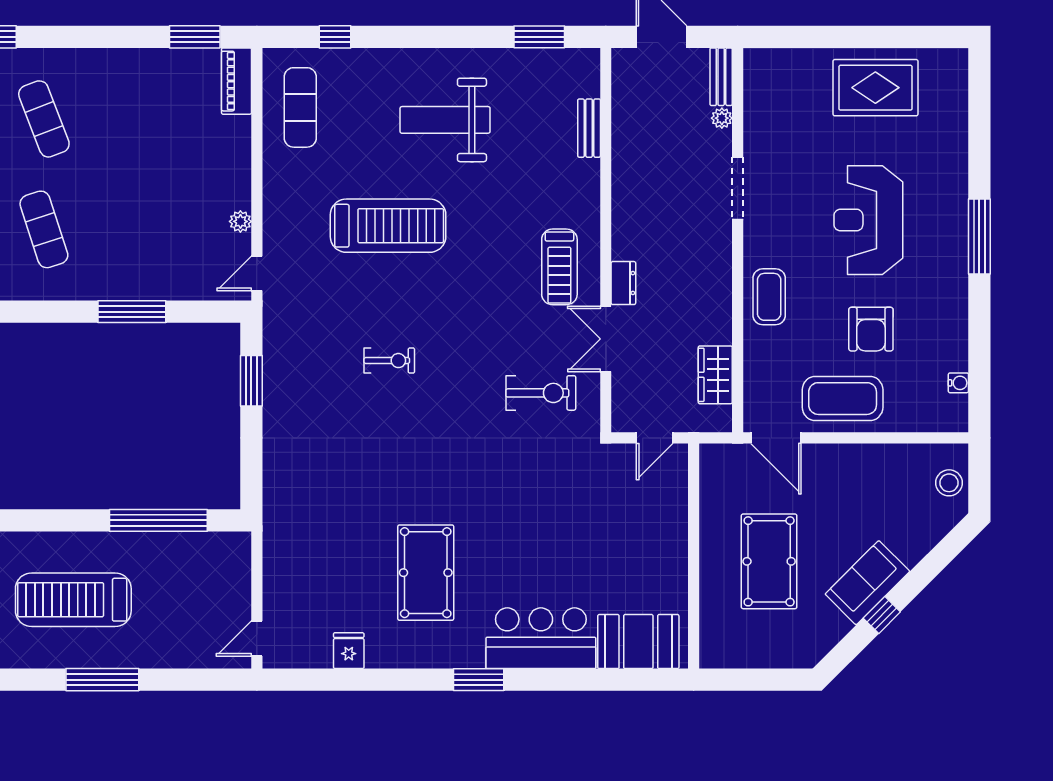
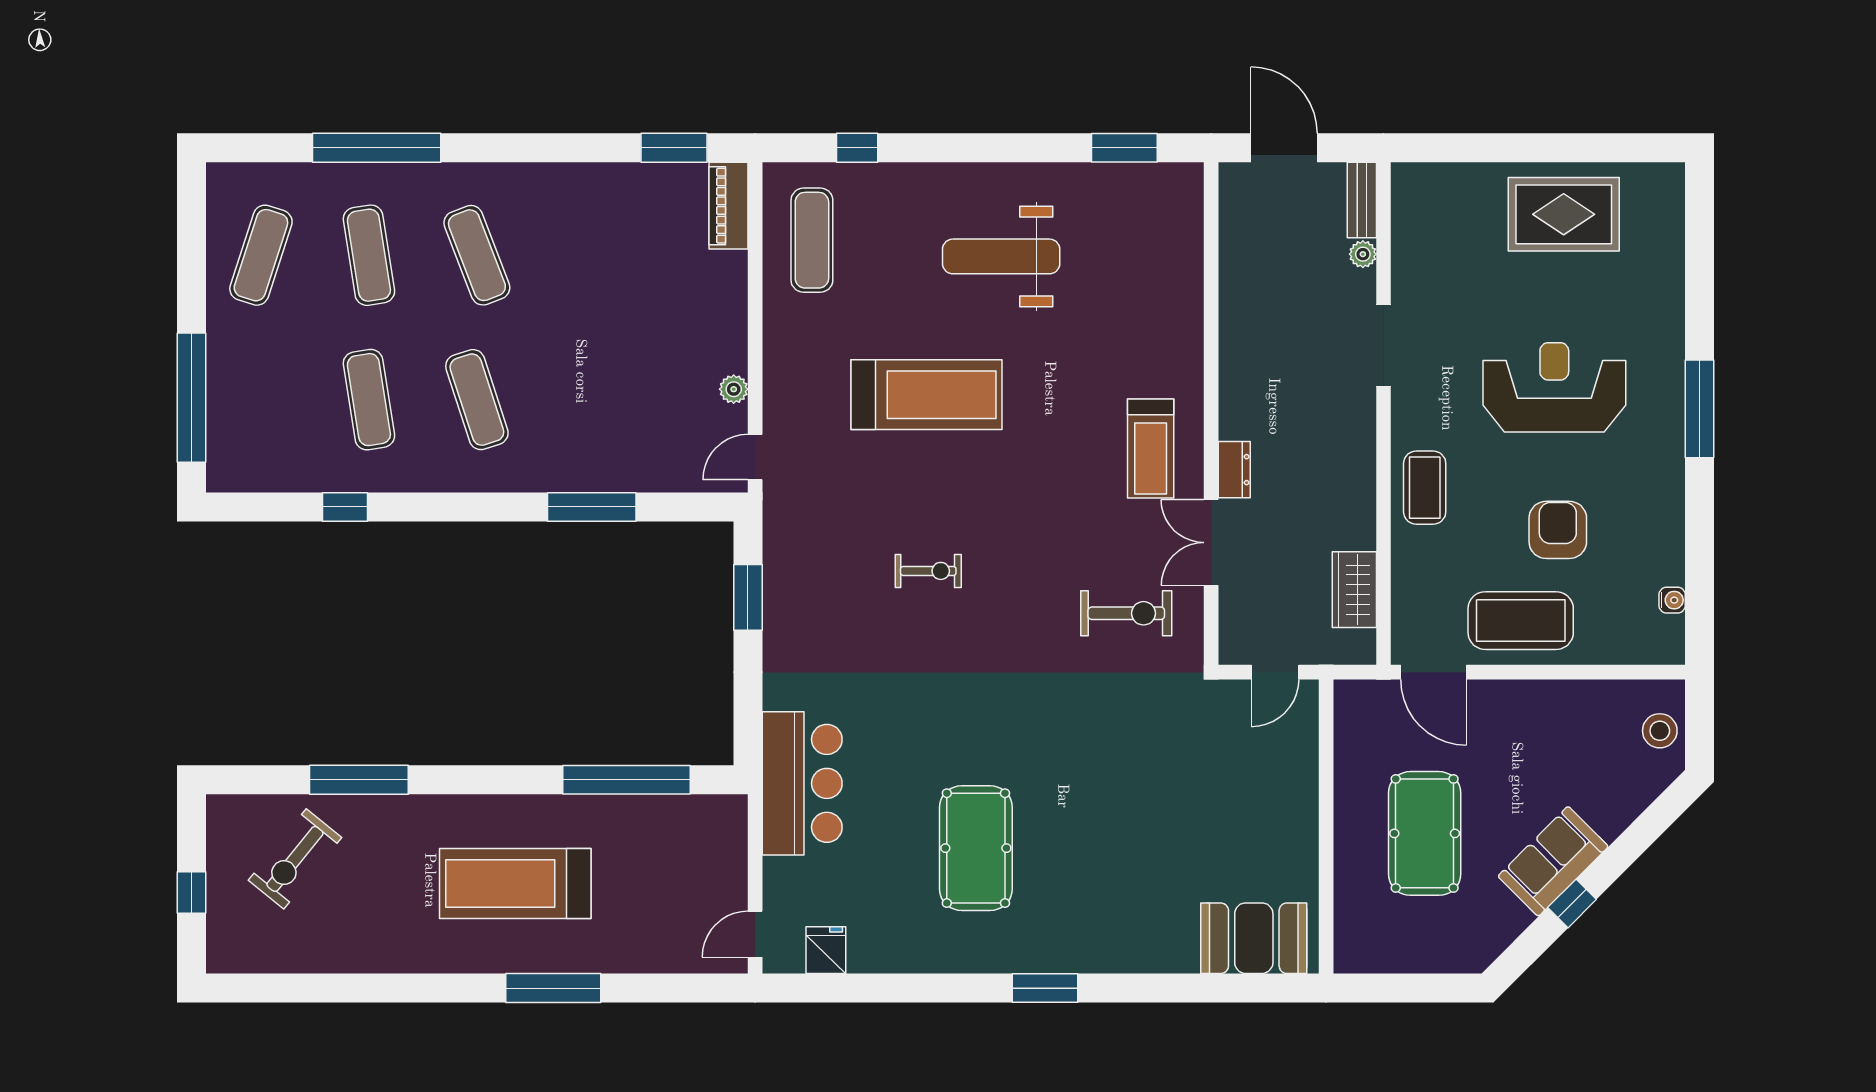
bench: (589, 128) -> (1189, 267), removed
reception desk: (868, 220) -> (1554, 387), turned 90
armchair: (871, 329) -> (1558, 530), turned 180
bar counter: (541, 638) -> (802, 783), moved, turned 90
fridge: (349, 651) -> (826, 950), moved

